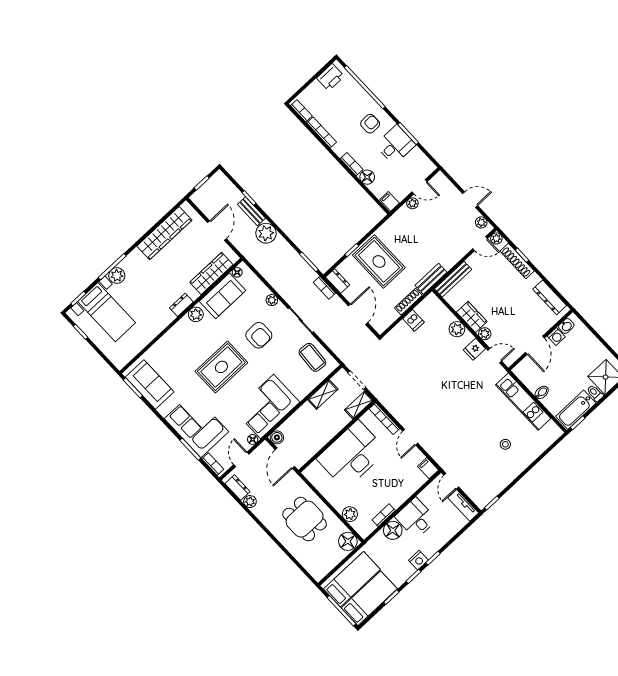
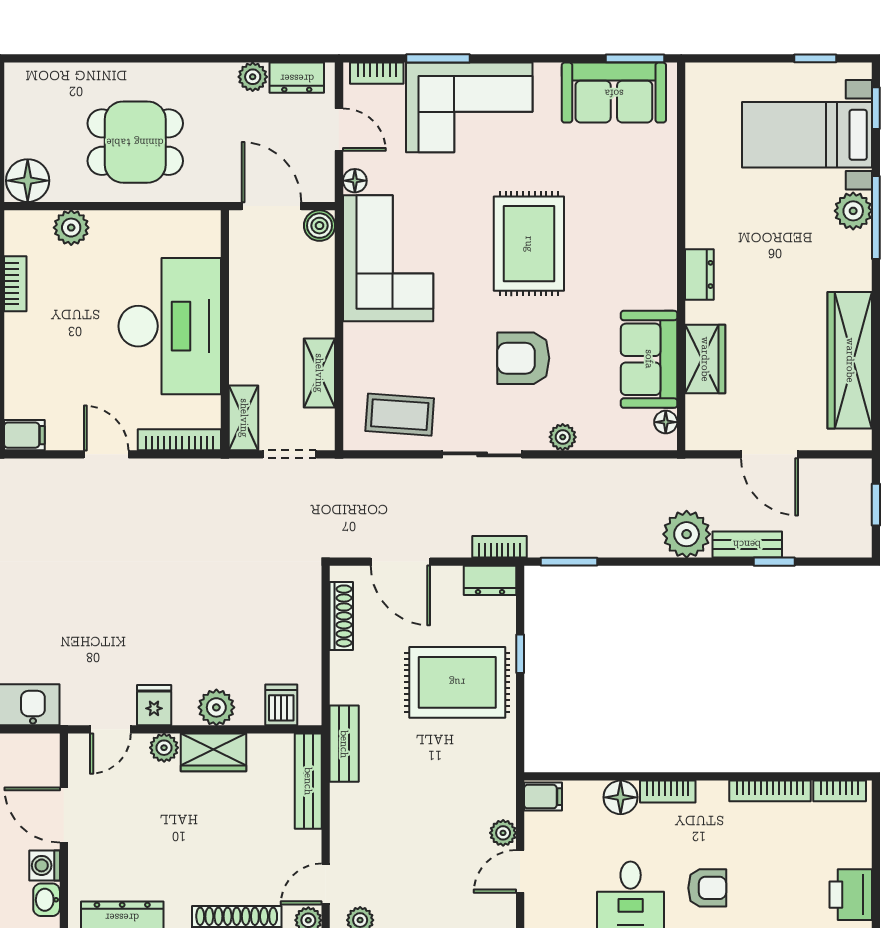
armchair: (370, 124) -> (707, 888), turned -90
wardrobe: (211, 273) -> (705, 359), width x0.67
shoe rack: (408, 302) -> (341, 616), moved
plant: (196, 314) -> (660, 284), removed
dishwasher: (413, 320) -> (281, 705), moved, turned 90

